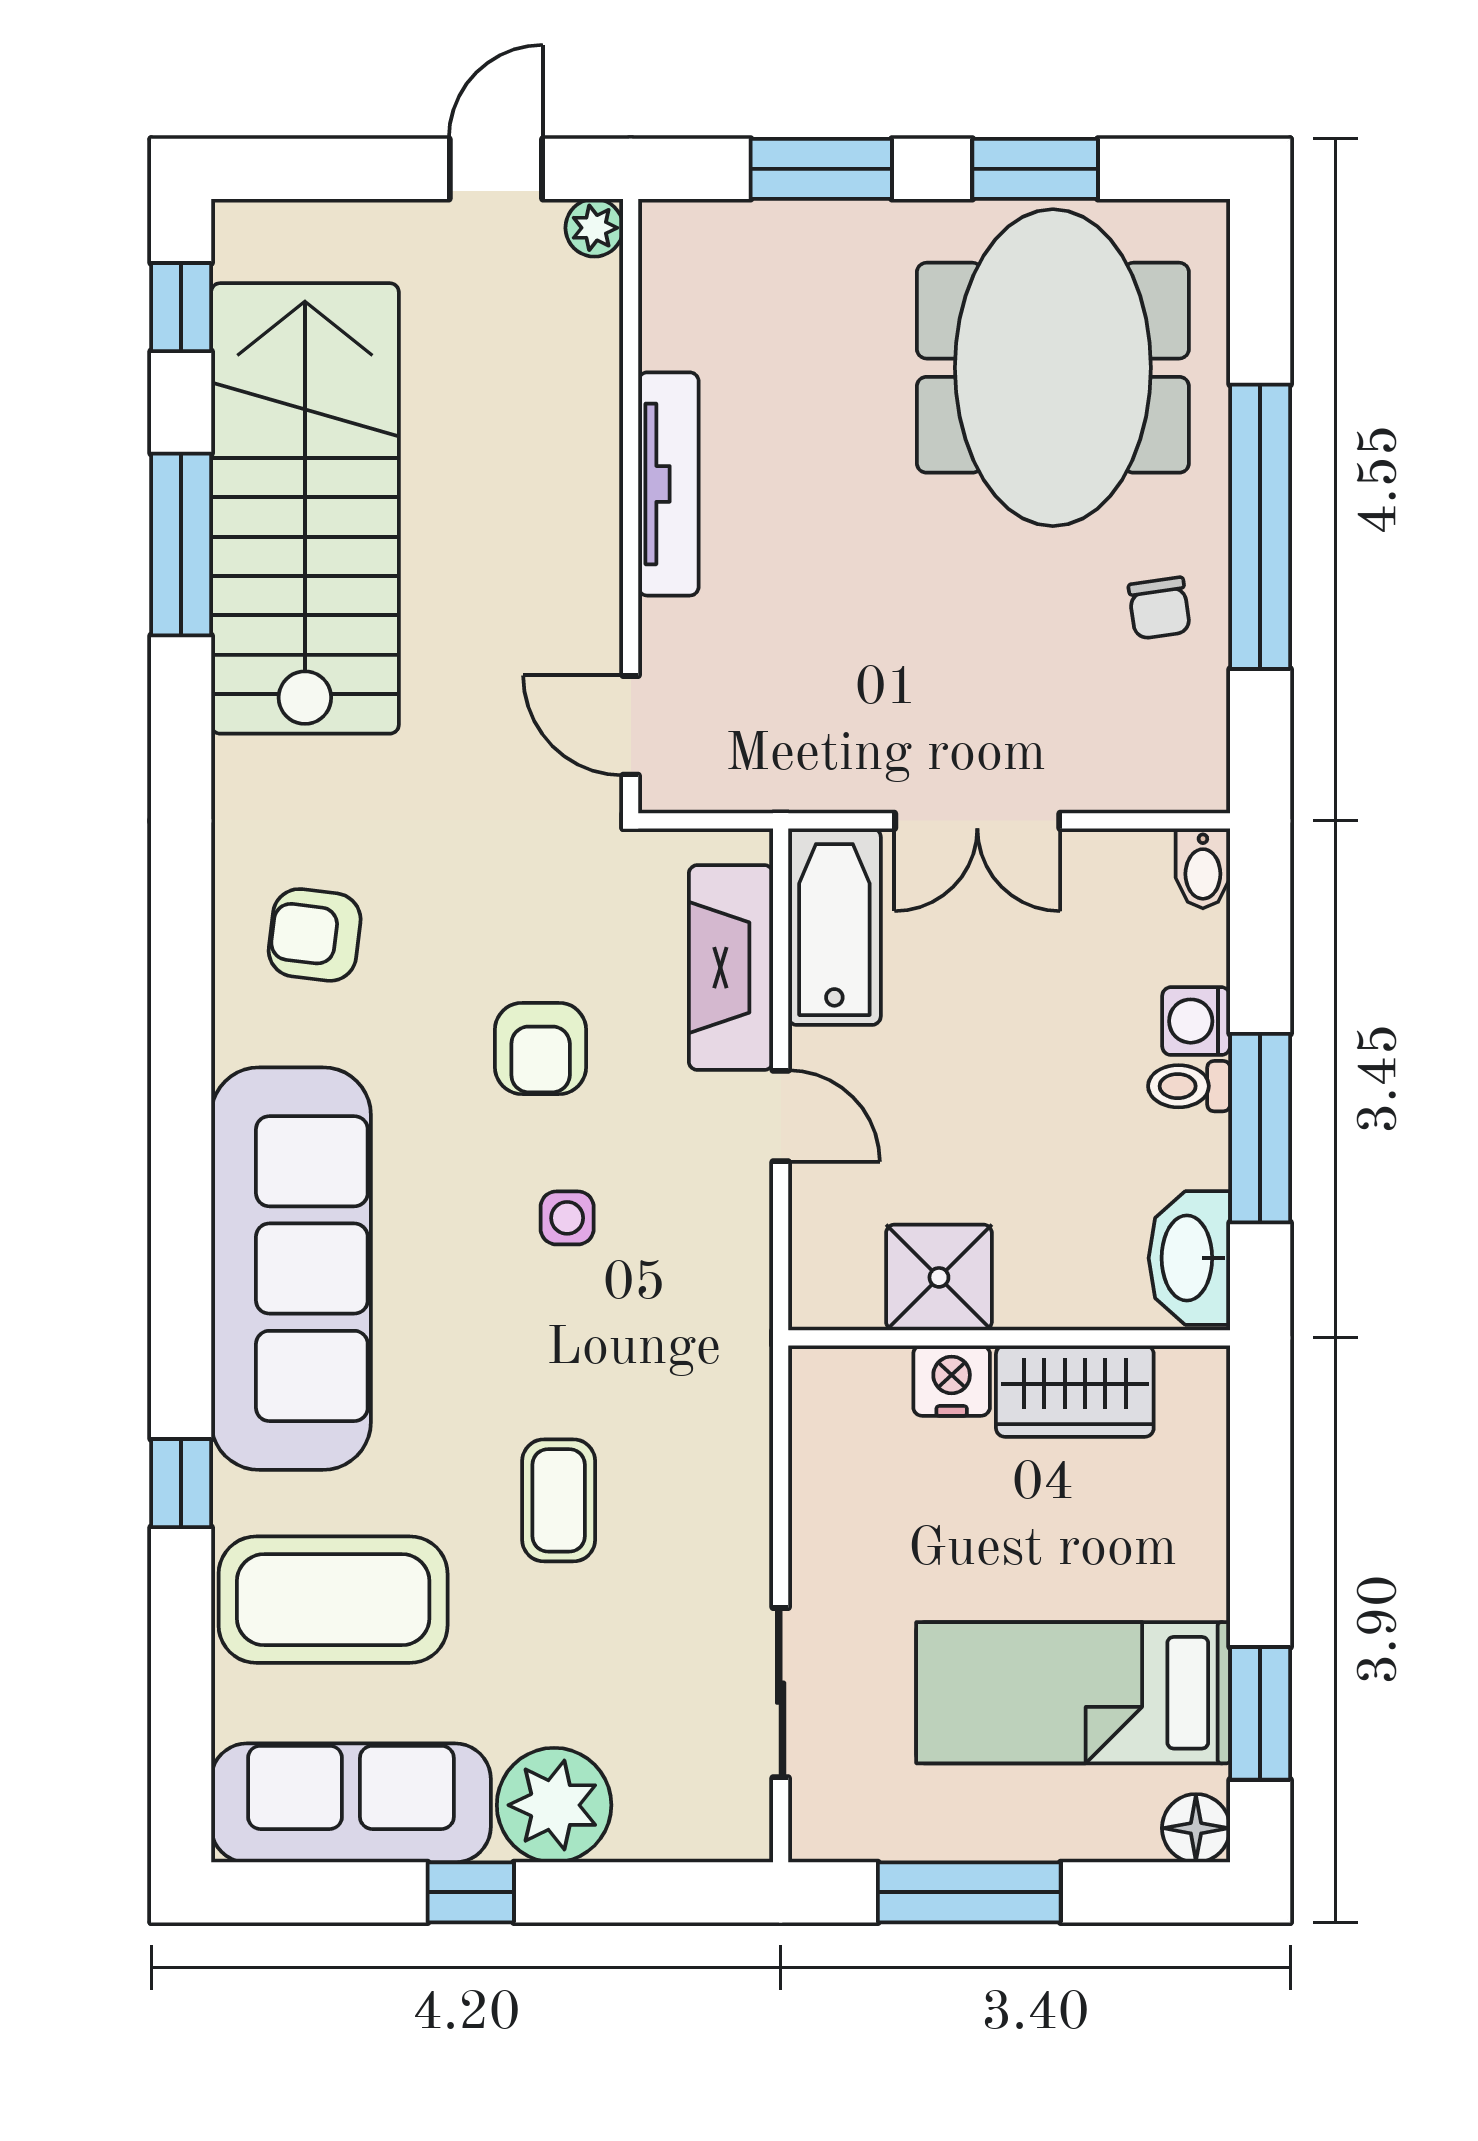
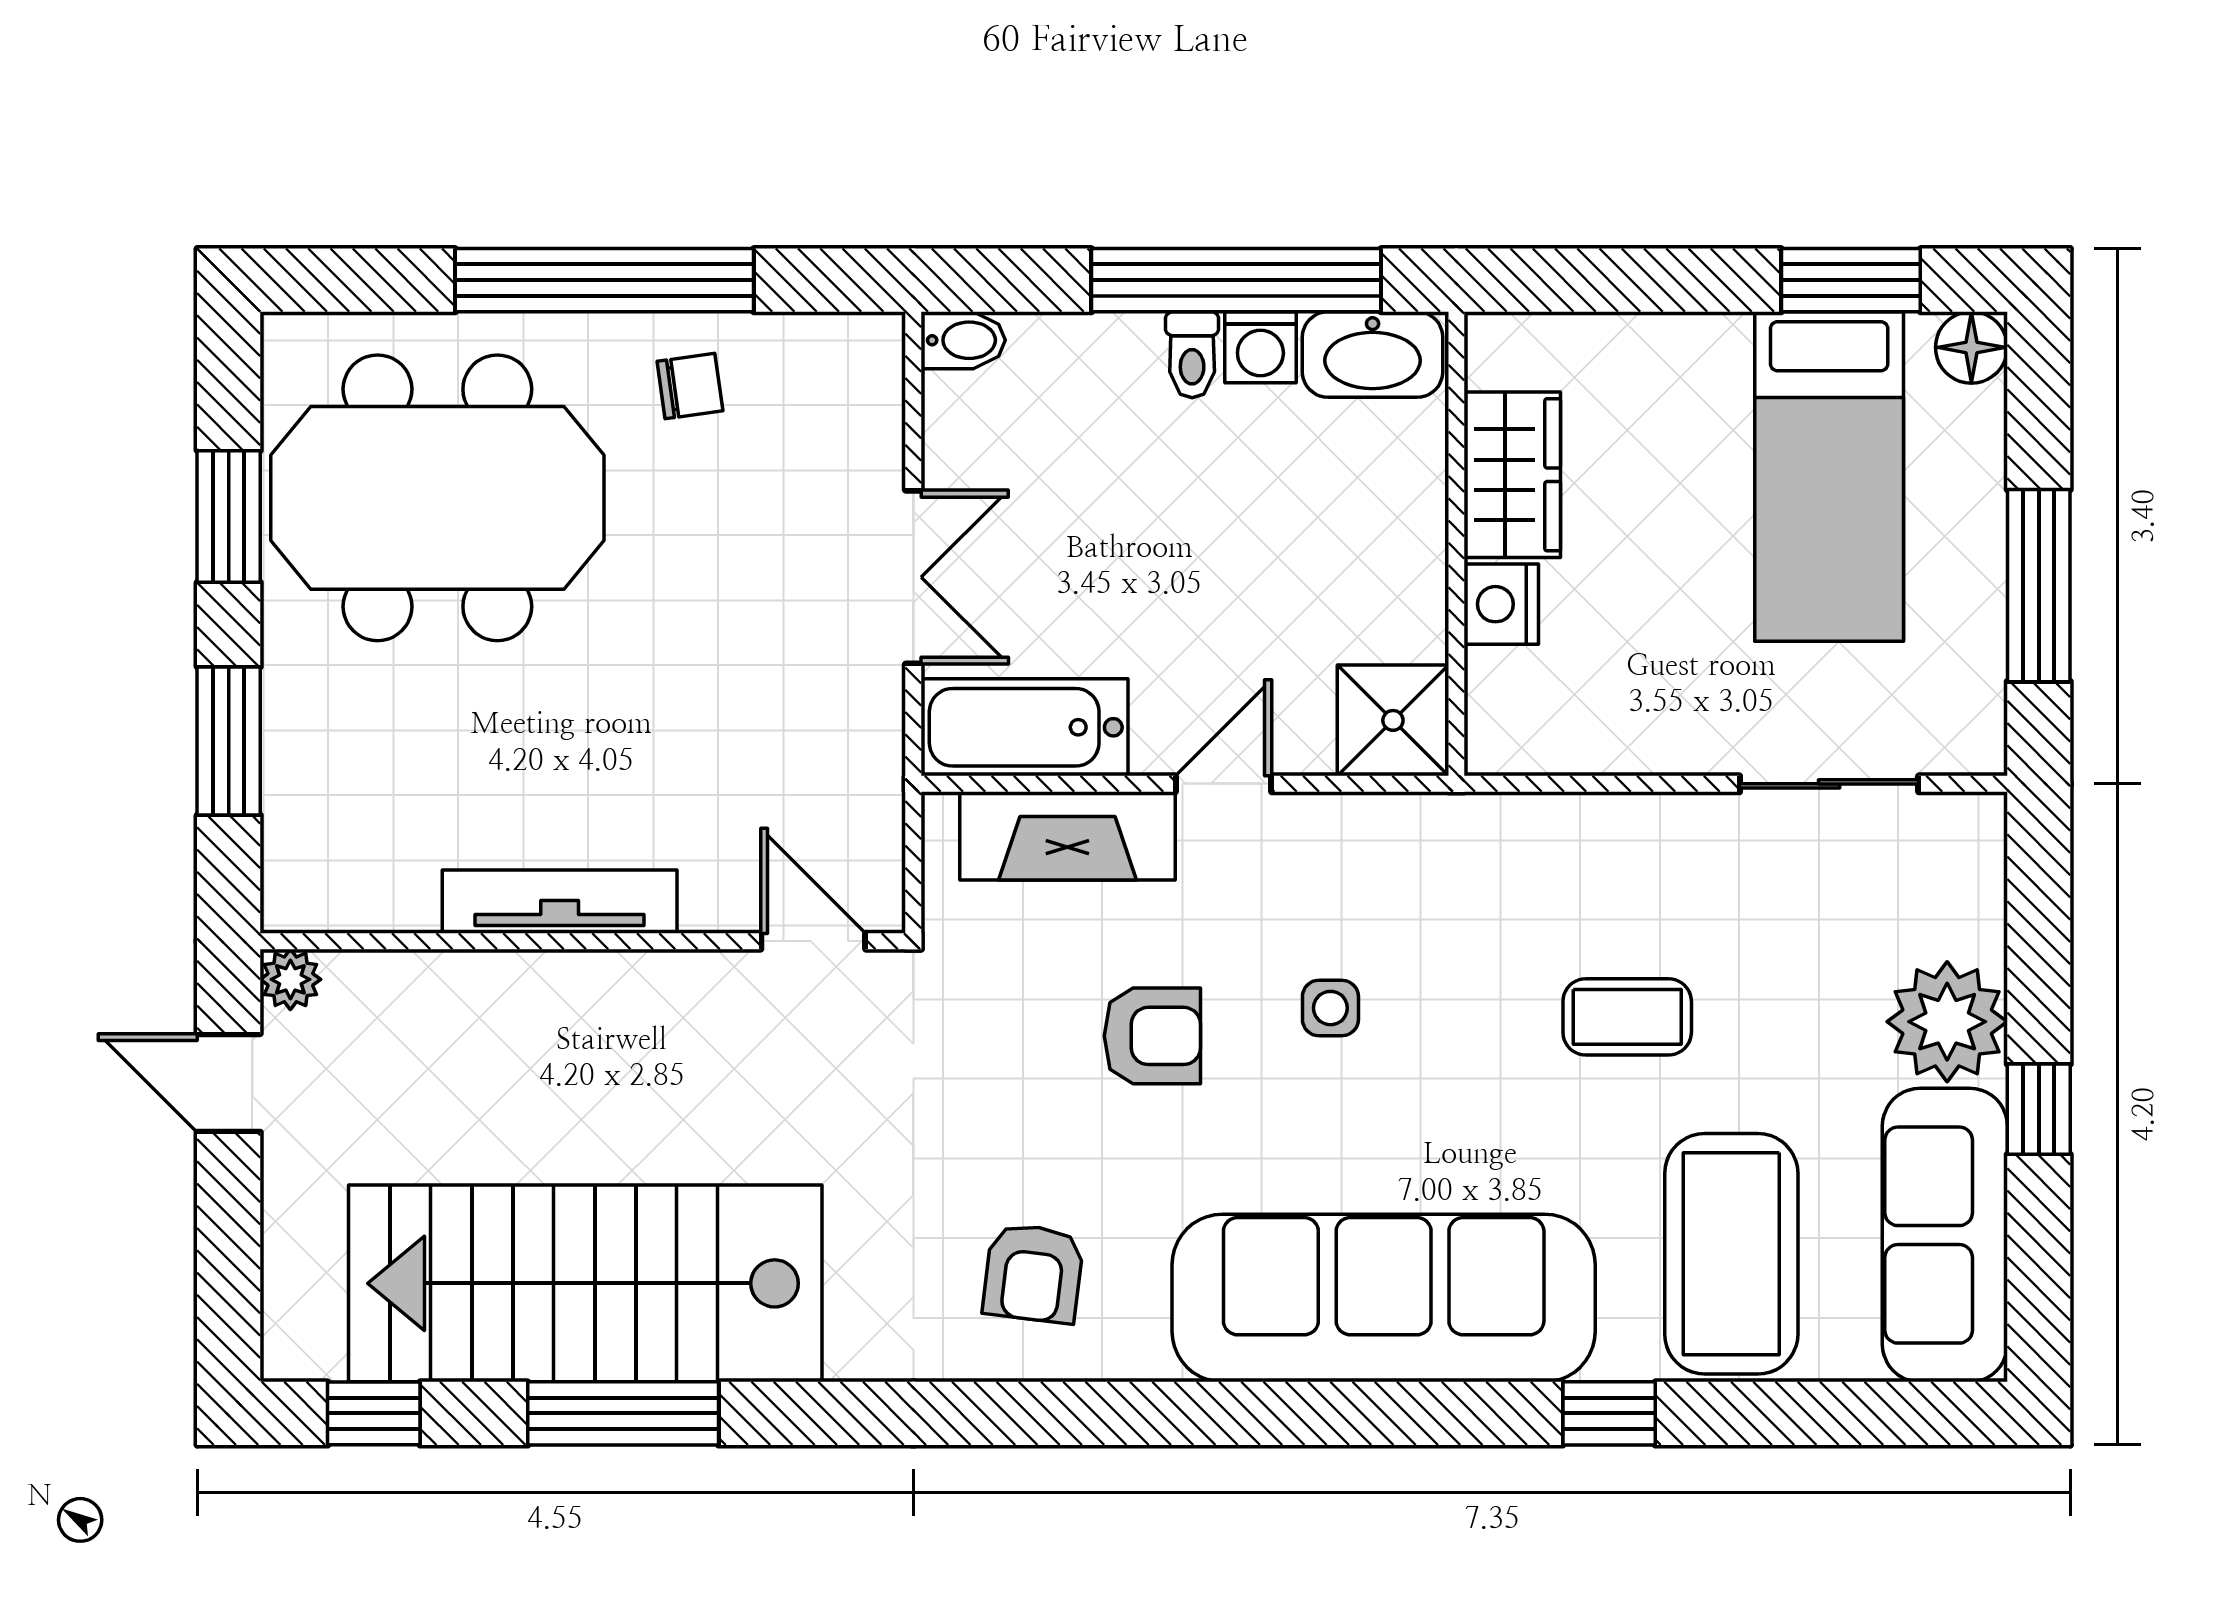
door: (631, 725) -> (813, 941), swing flipped
washing machine: (1196, 1021) -> (1260, 347), moved
window: (1260, 1128) -> (1236, 280), width x1.46
shower: (939, 1277) -> (1393, 720), moved

